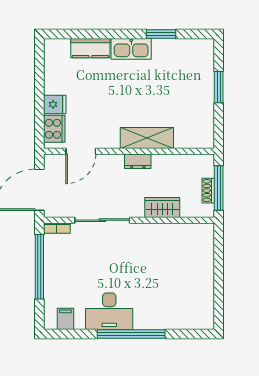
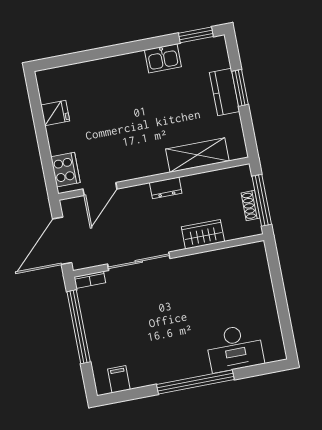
window: (161, 34) -> (196, 35), moved
kitchen counter: (90, 48) -> (225, 92), moved, turned 90
kitchen sink: (131, 49) -> (163, 58), moved, width x0.73
fridge: (55, 104) -> (55, 113), moved
shelving: (147, 138) -> (197, 155), moved
desk: (109, 311) -> (235, 348), moved

